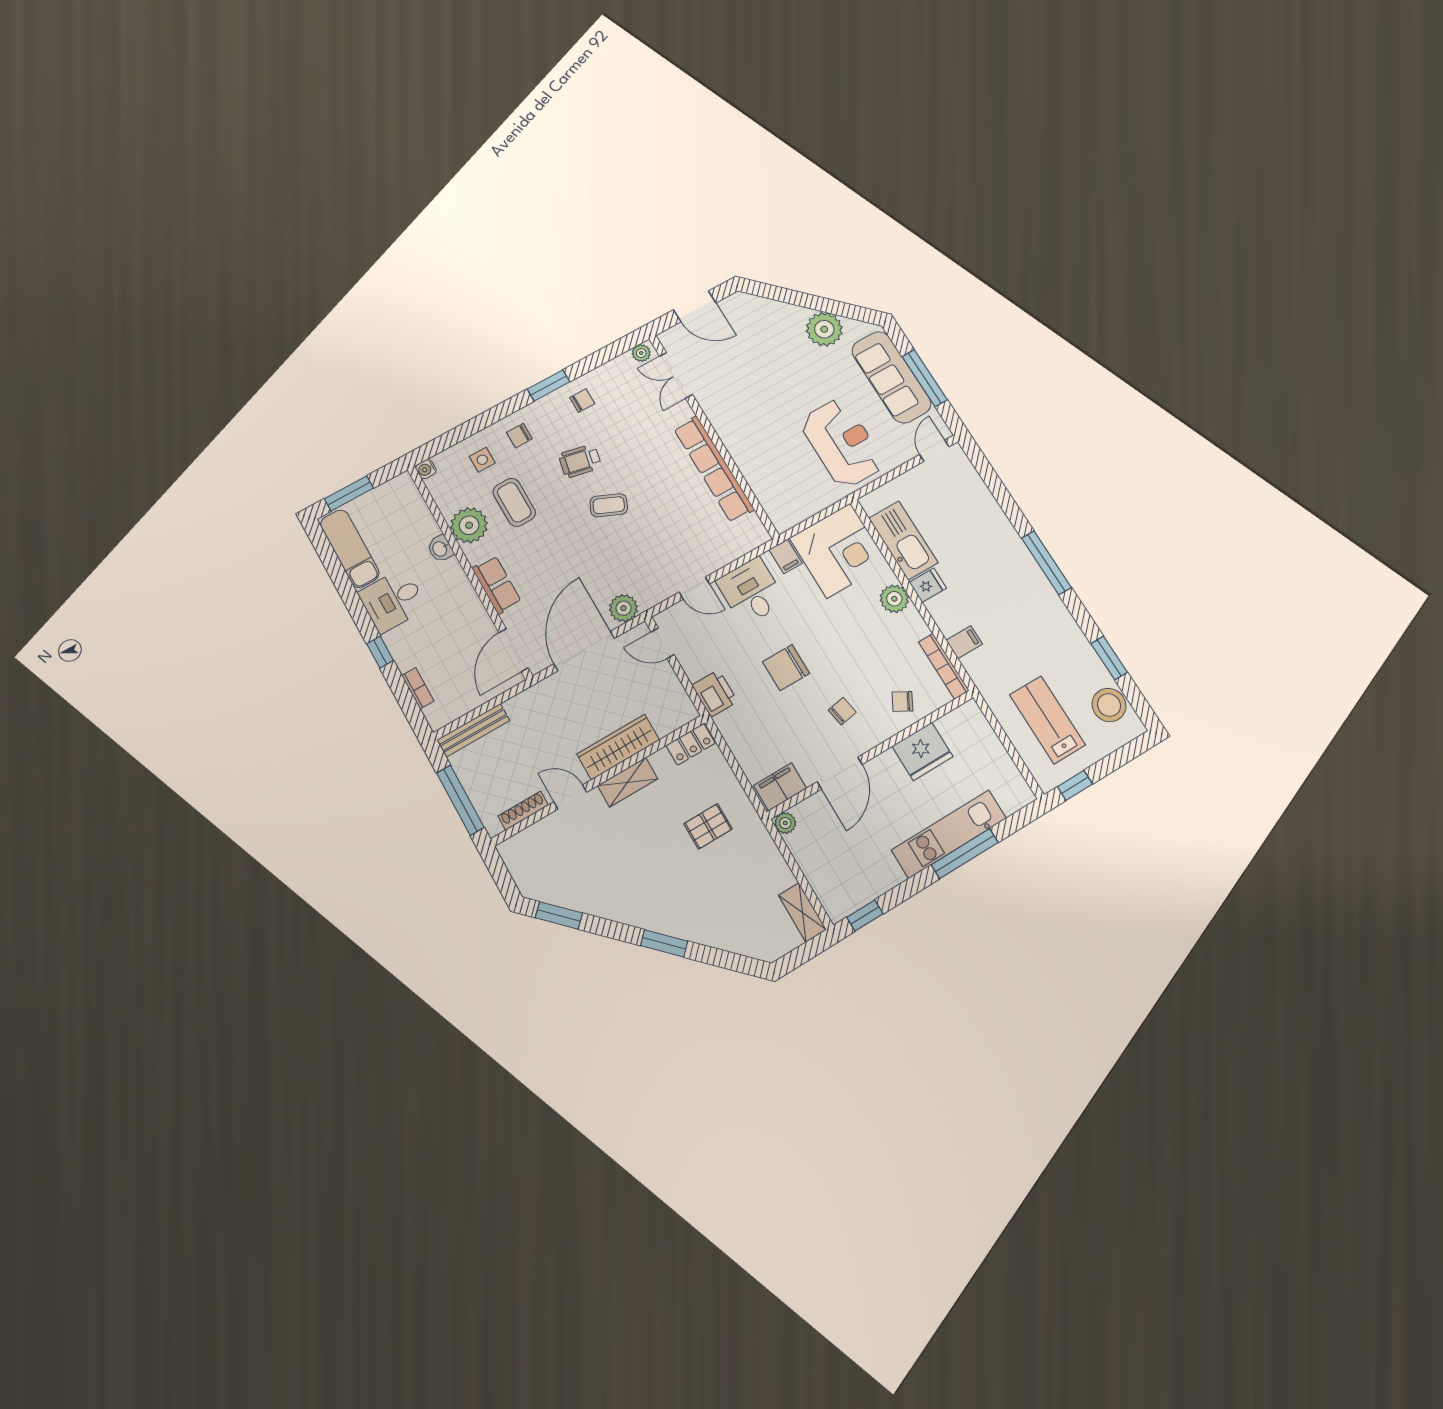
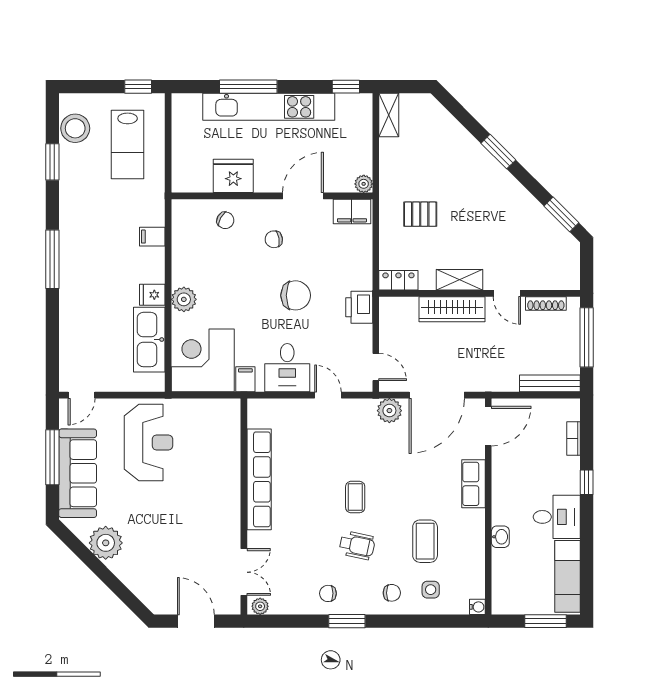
reception desk: (842, 443) -> (148, 442), turned 180
coffee table: (609, 505) -> (355, 497), turned 66
plant: (469, 525) -> (469, 543), removed
bookcase: (944, 666) -> (179, 228), removed
kitchen unit: (949, 834) -> (269, 107), width x1.36

